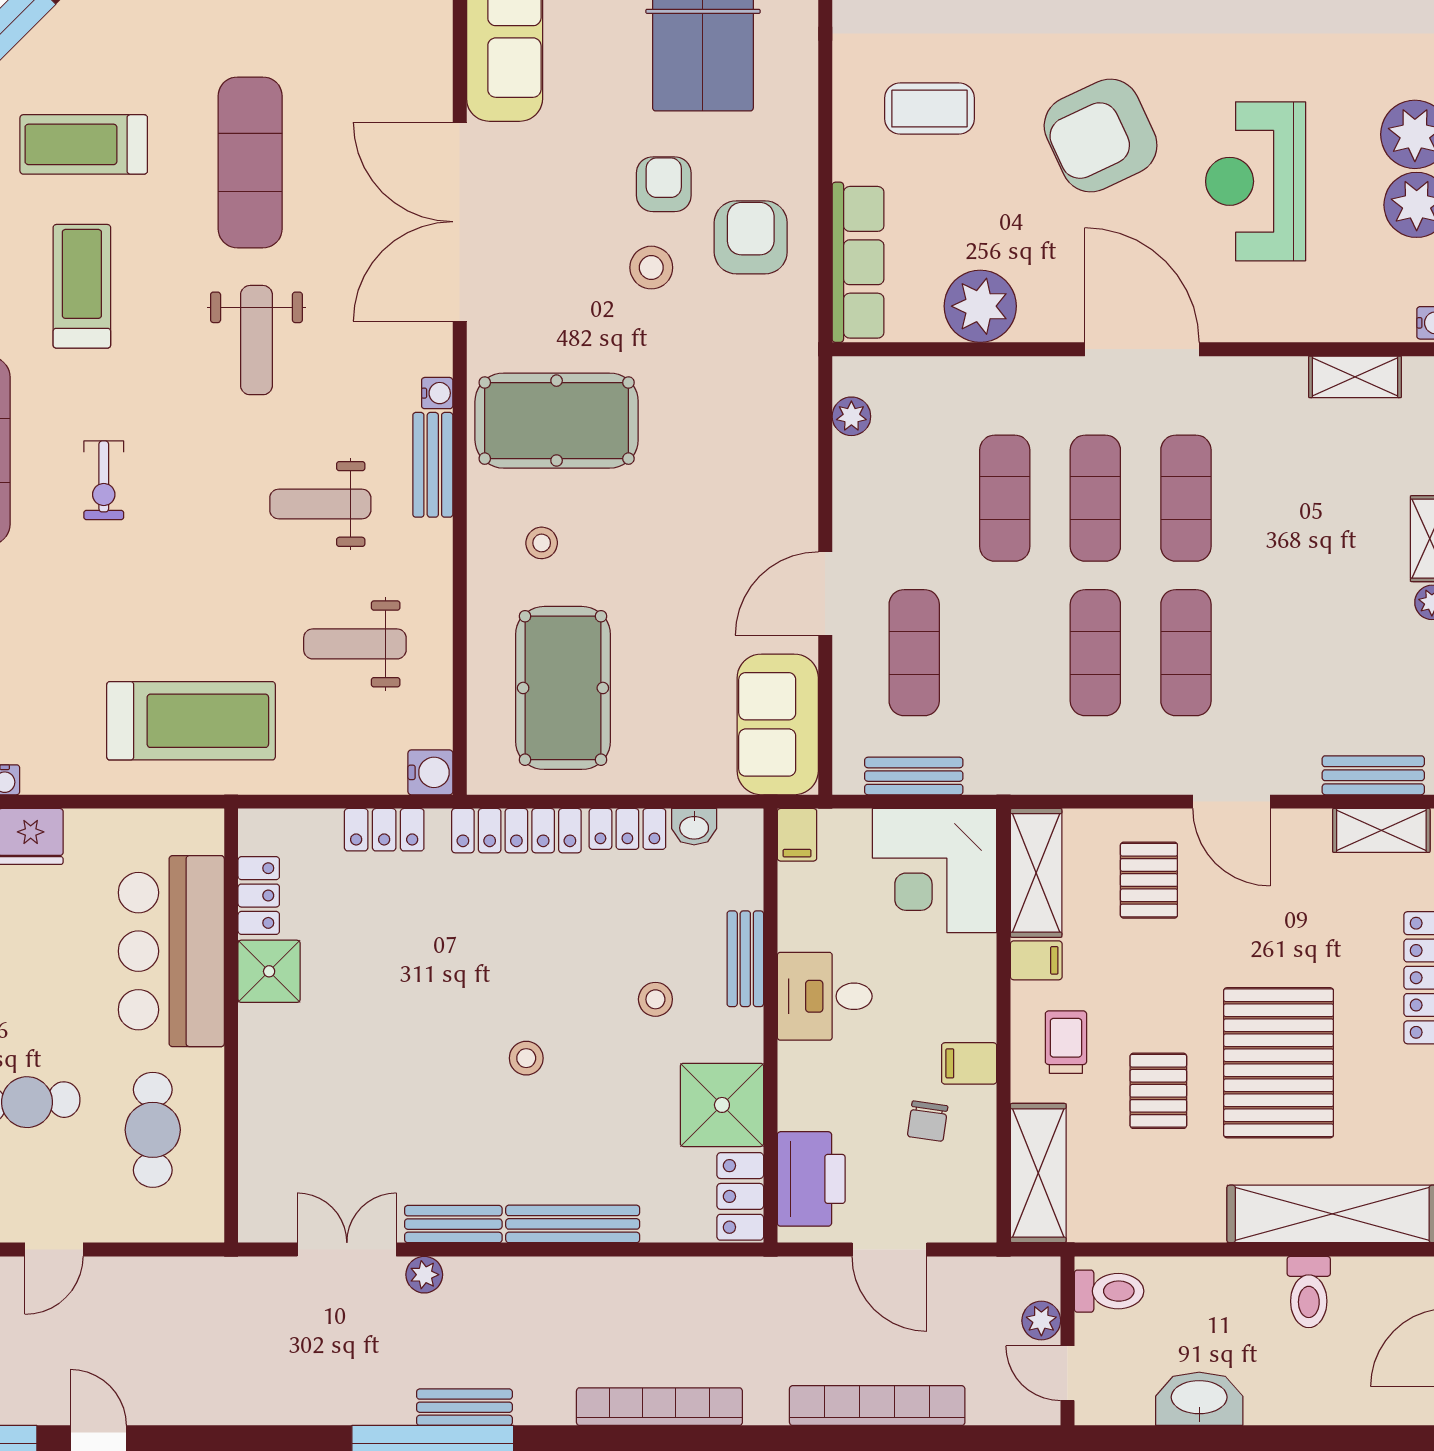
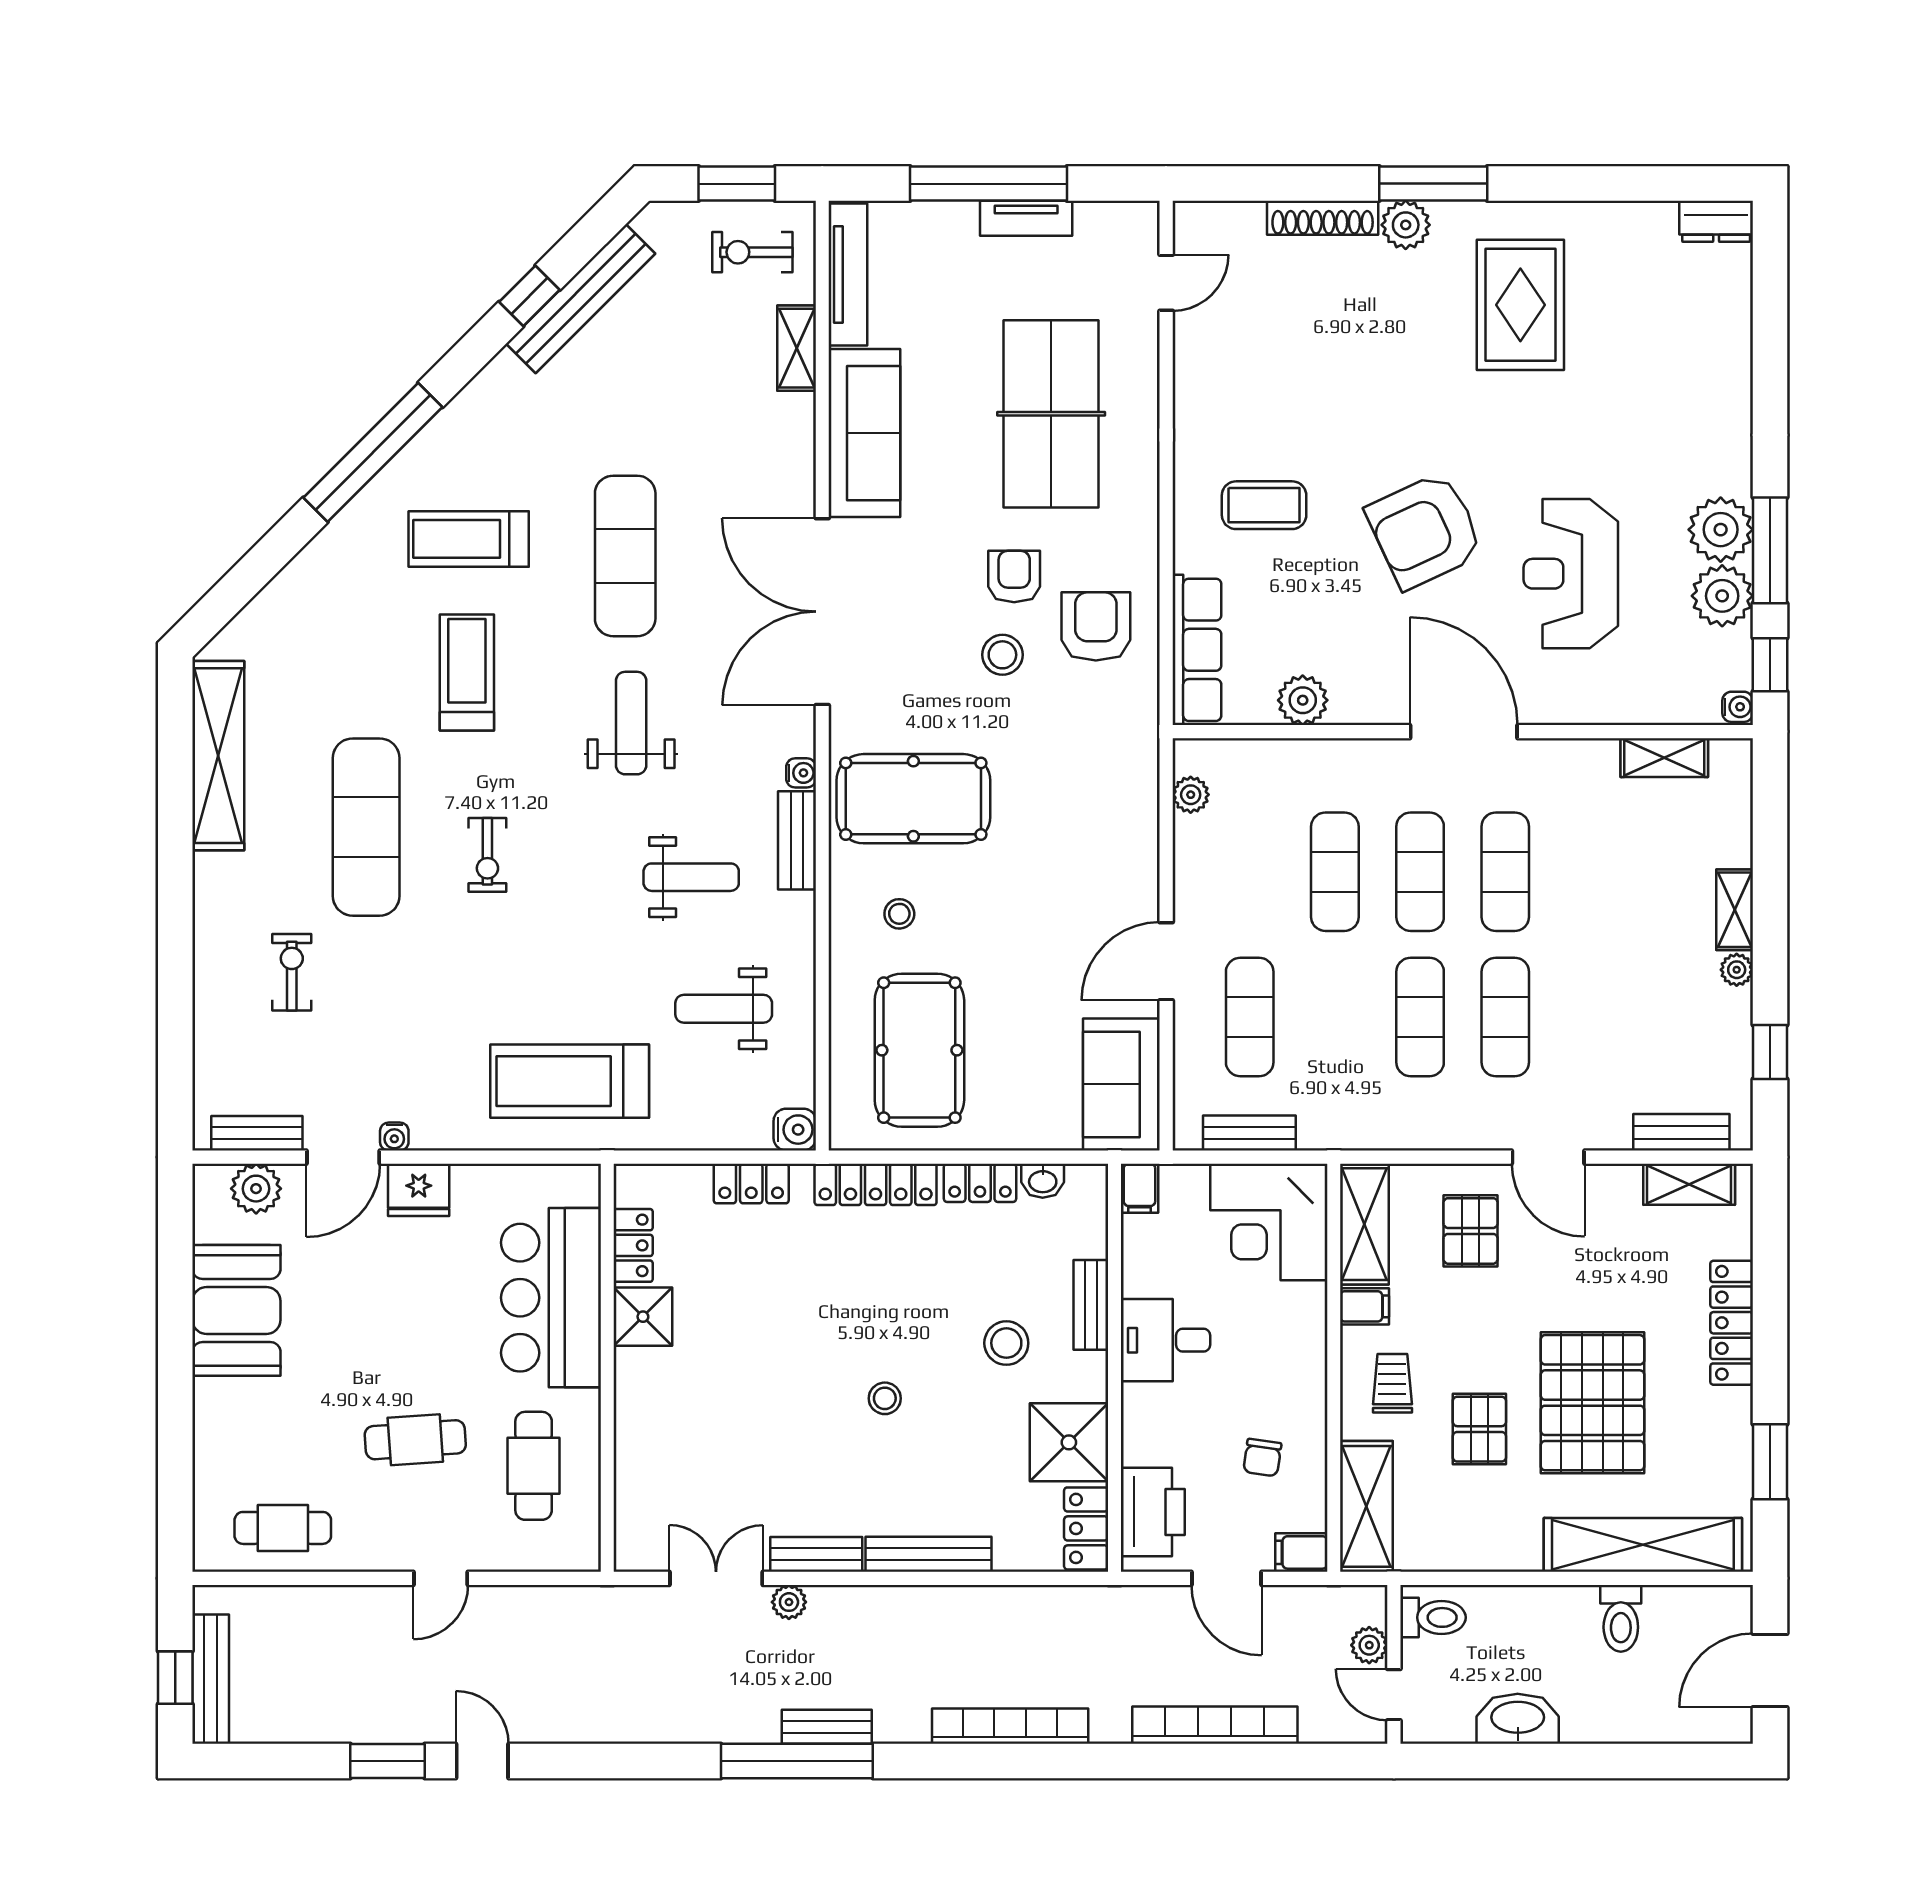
plant: (980, 306) -> (1303, 700), width x0.73, depth x0.73
weight bench: (256, 340) -> (631, 723), turned 180
weight bench: (320, 504) -> (691, 877), turned 180
treadmill: (191, 721) -> (570, 1081), turned 180
stool: (655, 999) -> (1006, 1343), width x1.37, depth x1.37
filing cabinet: (969, 1063) -> (1301, 1552), moved

